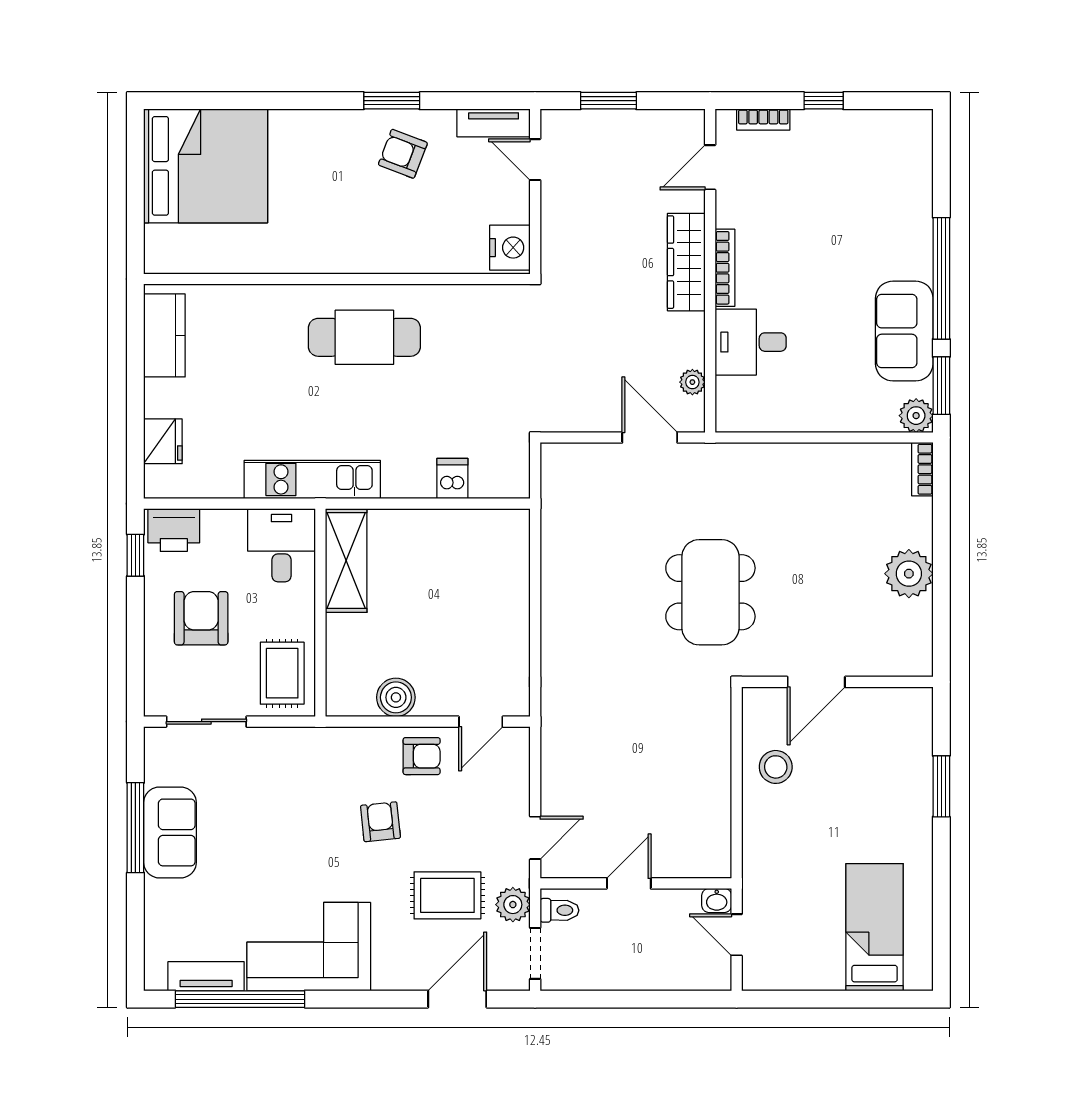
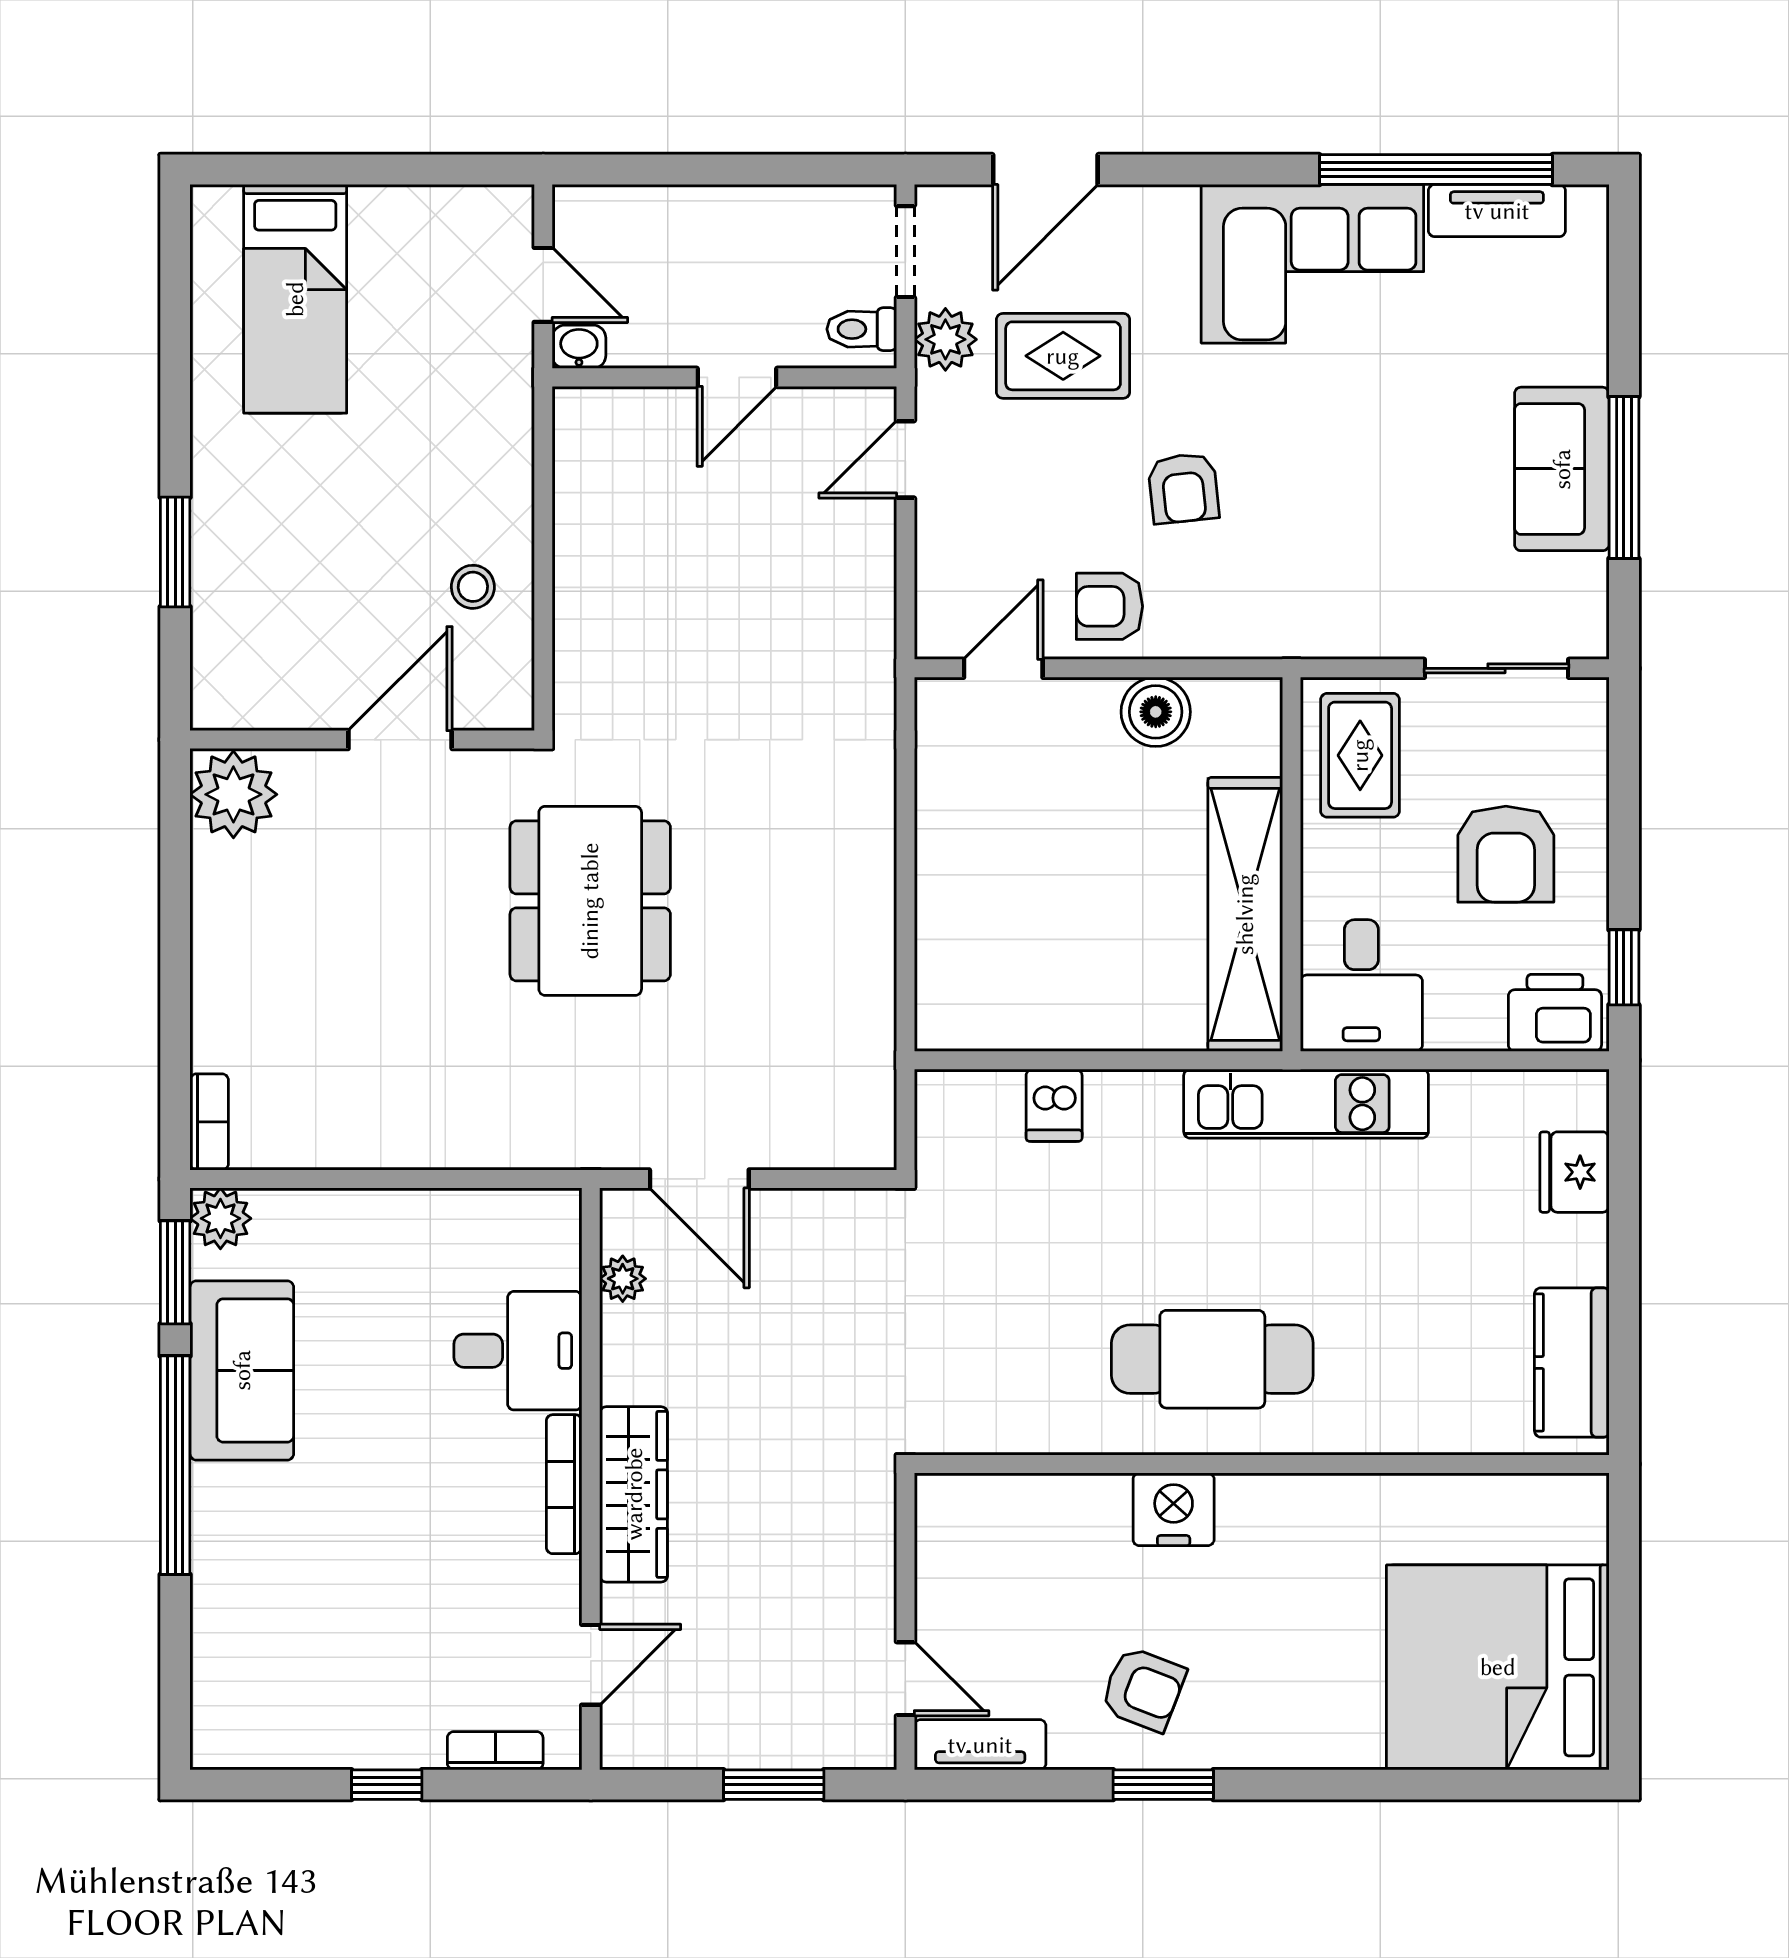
nightstand: (510, 248) -> (1174, 1509), moved, turned 90
shelving: (346, 560) -> (1245, 914), width x1.47
plant: (909, 574) -> (233, 794), moved
stool: (776, 767) -> (473, 587), width x0.73, depth x0.73

